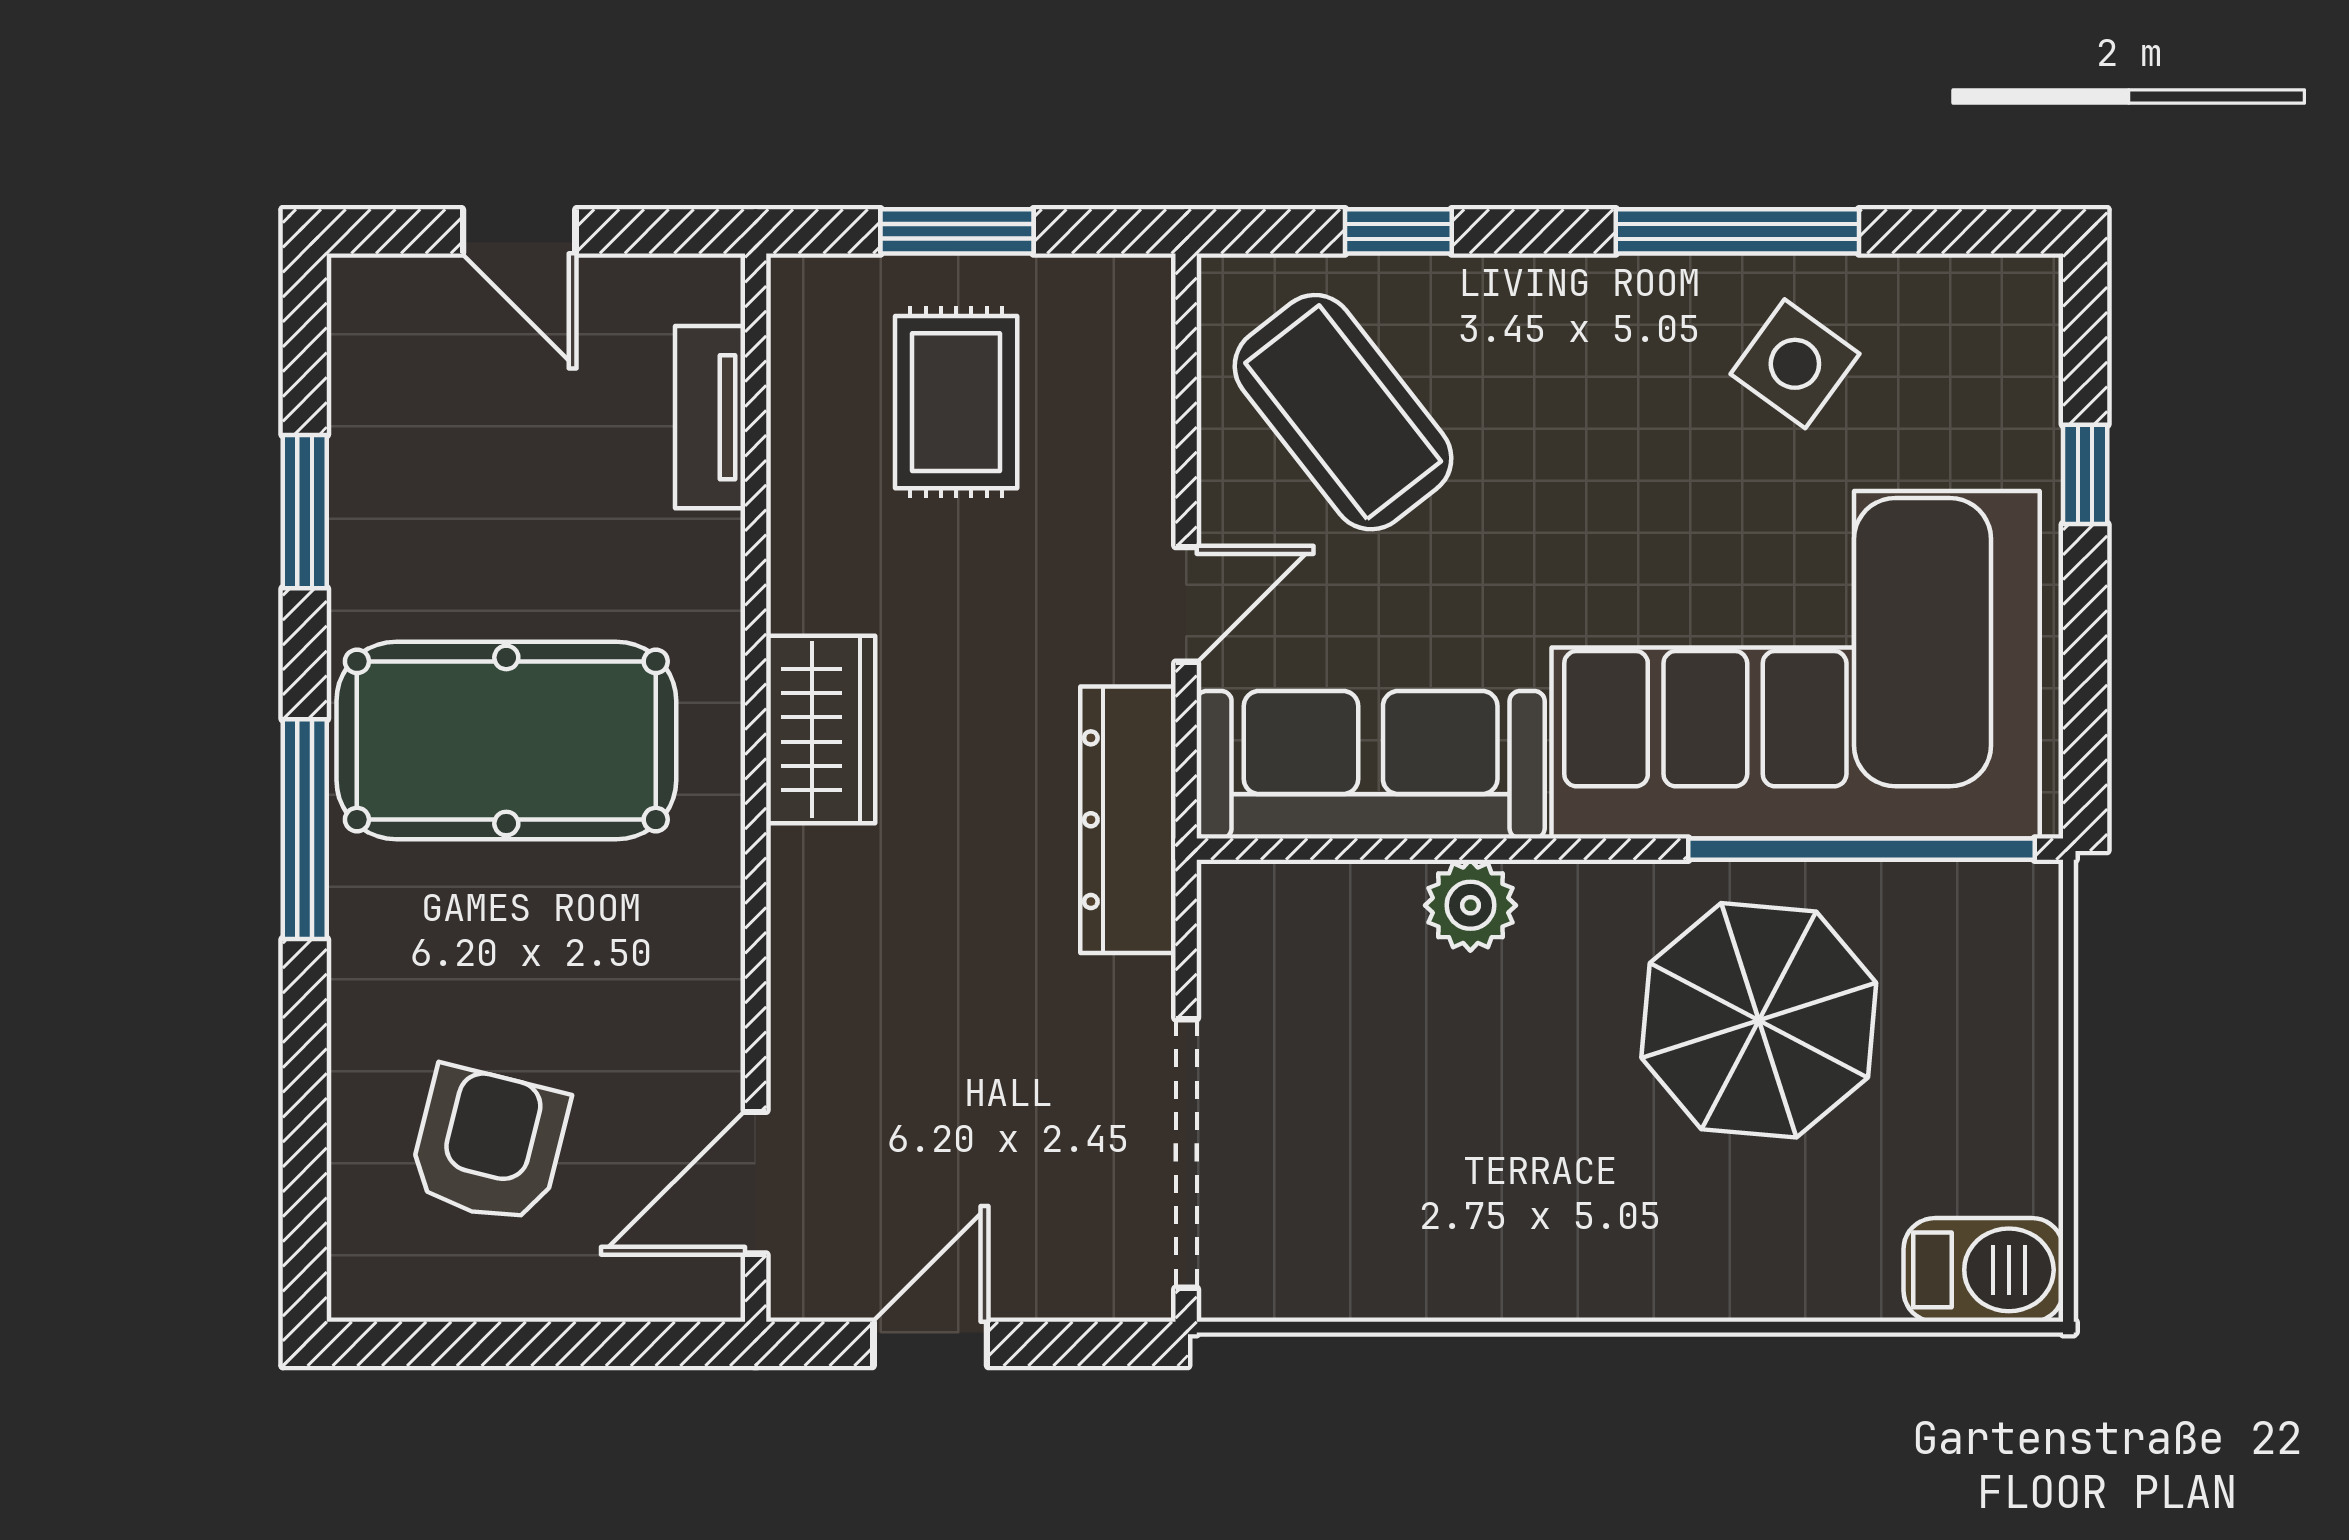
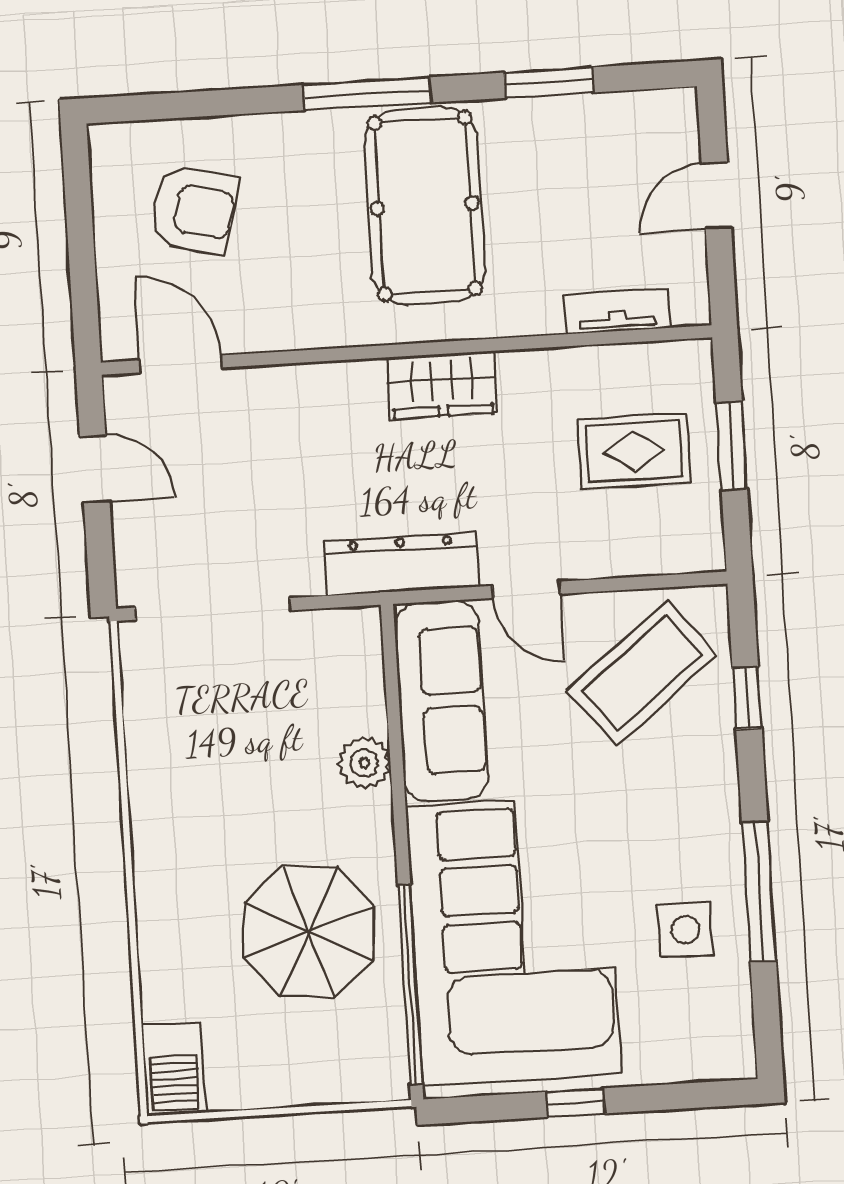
side table: (1795, 364) -> (685, 929), turned -36
window: (2085, 474) -> (575, 1103), moved

